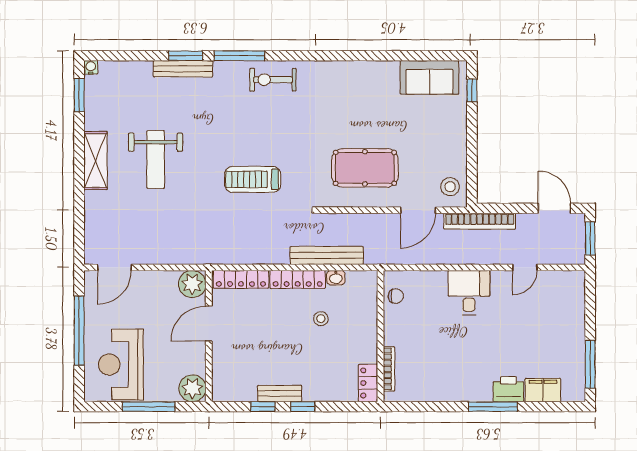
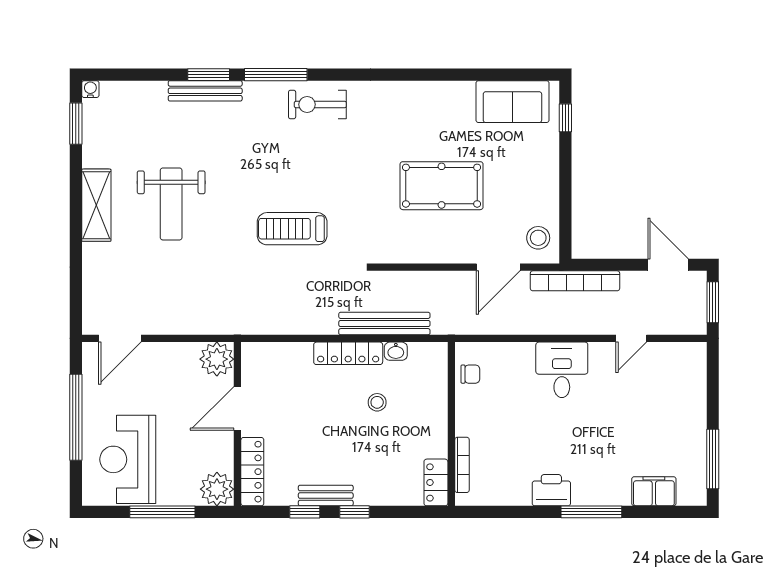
pool table: (365, 168) -> (442, 186), moved
locker: (241, 279) -> (252, 472), moved, turned -90
printer: (508, 389) -> (551, 490), moved

